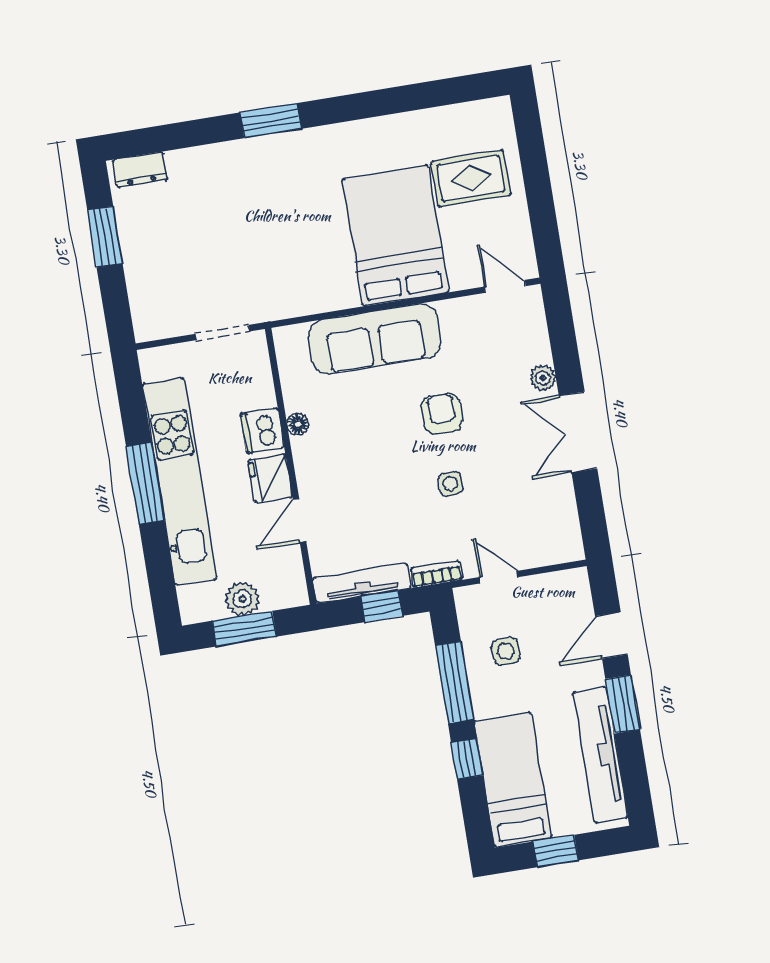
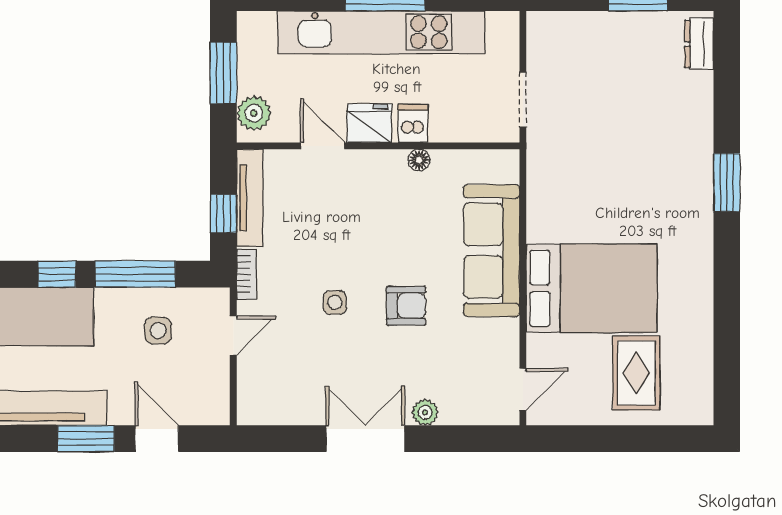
dishwasher: (262, 431) -> (413, 123), width x0.73
plant: (242, 599) -> (254, 113), moved

